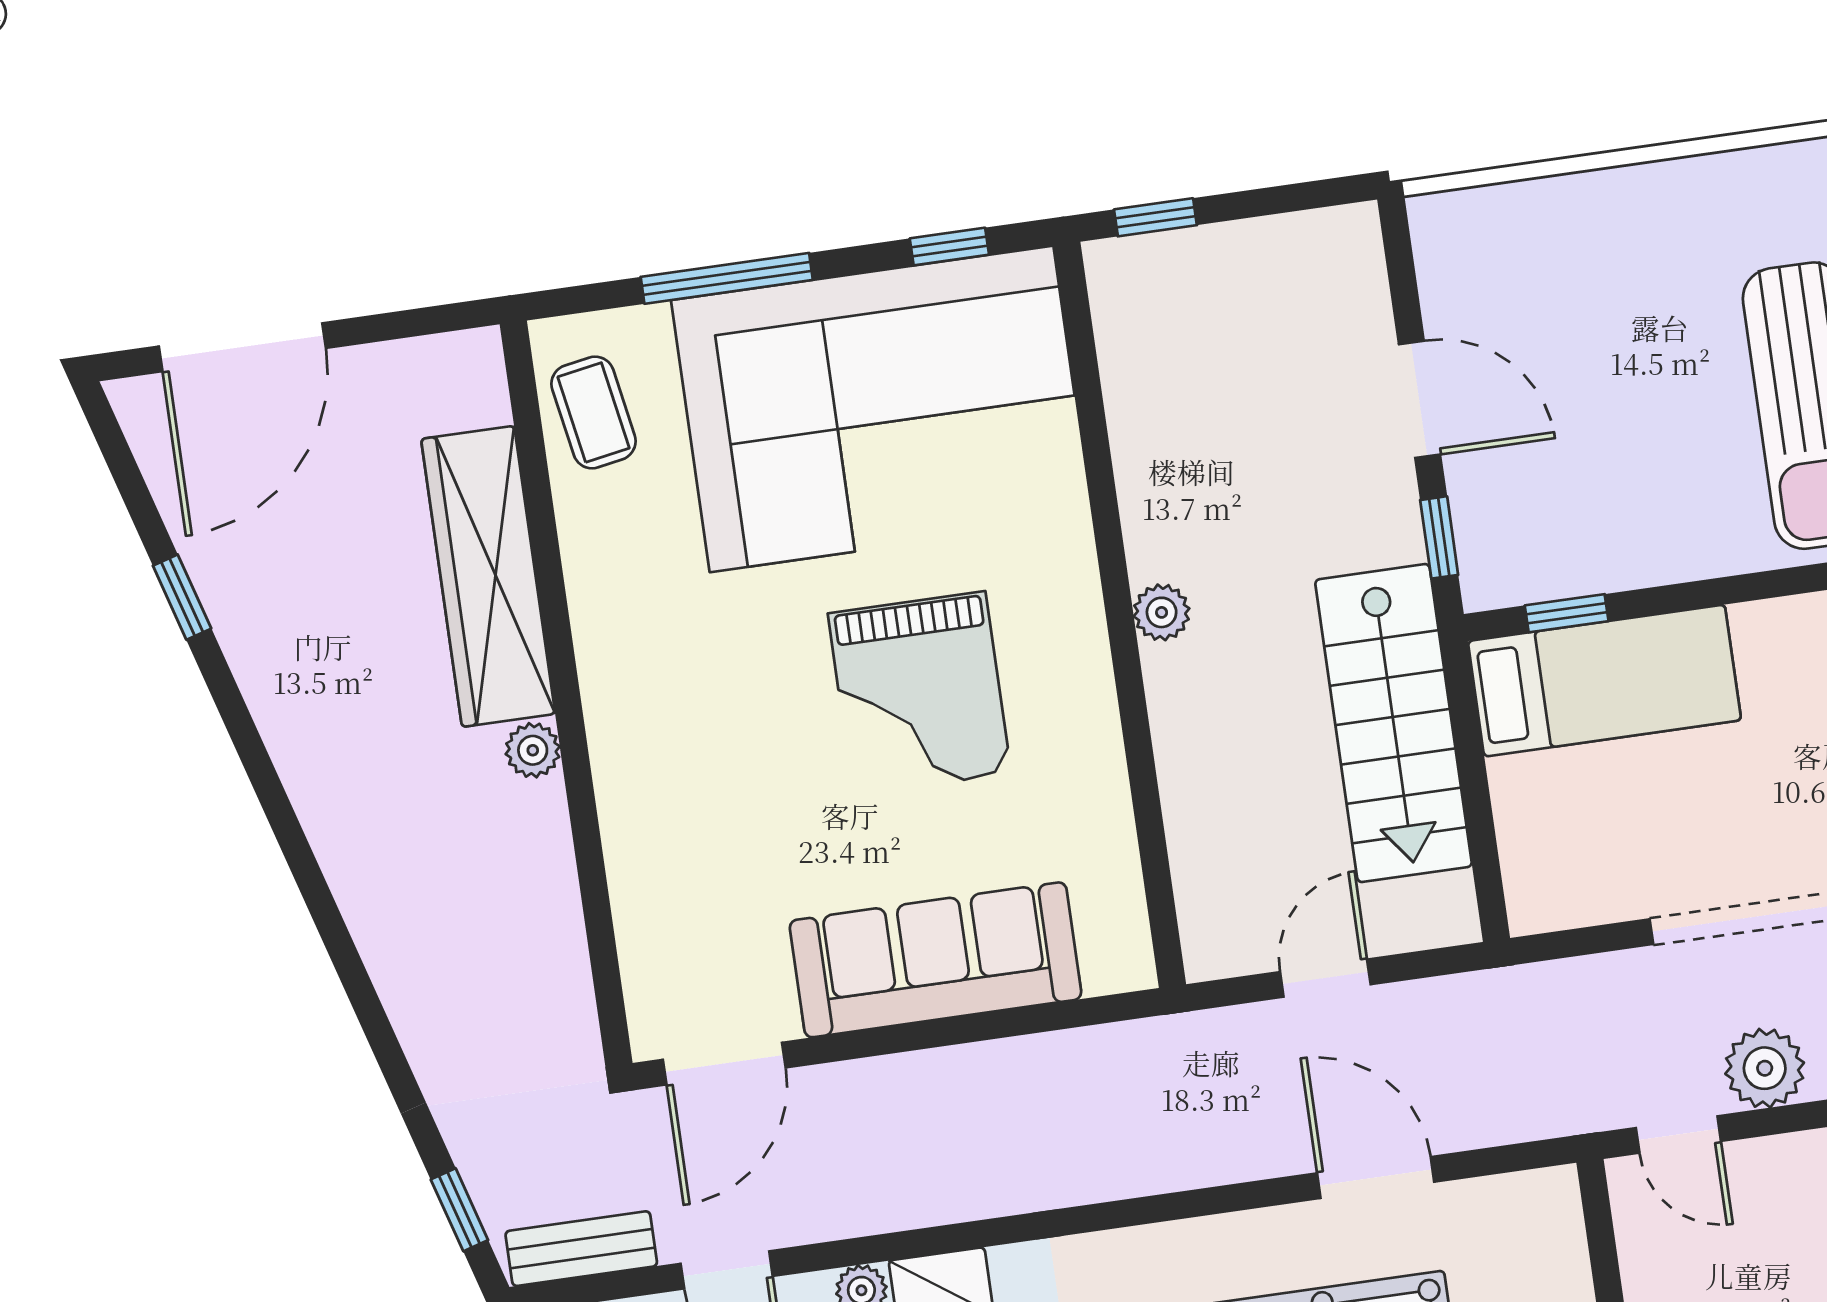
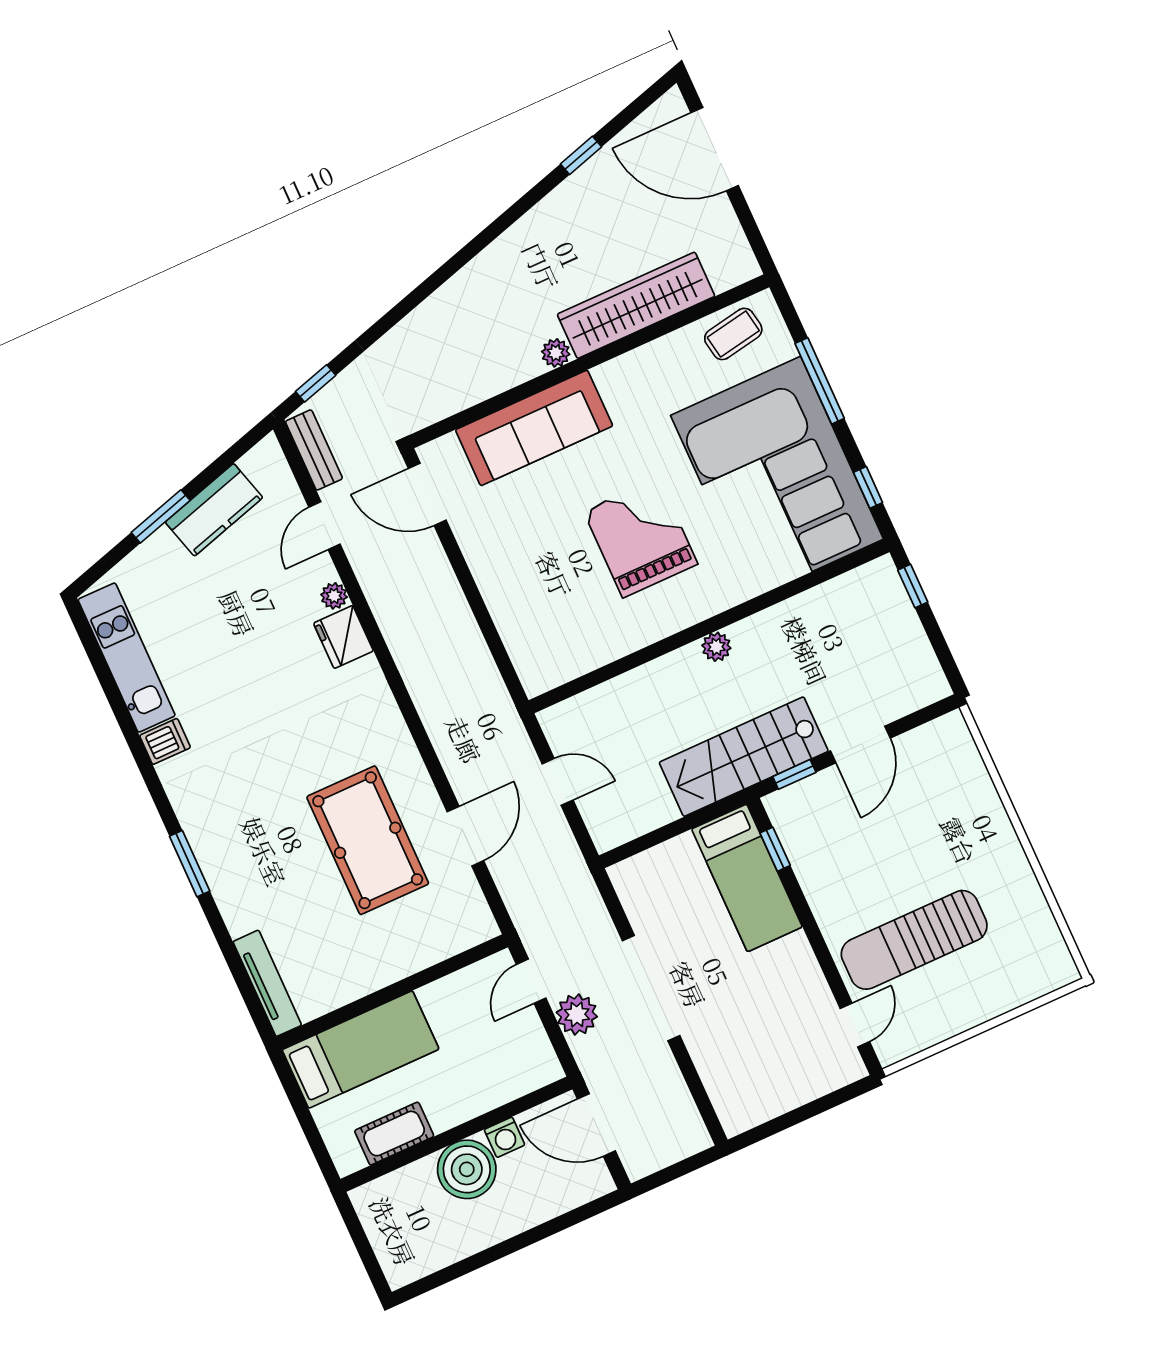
grand piano: (919, 693) -> (641, 538), turned 90
stairs: (1394, 723) -> (744, 757), moved
sofa: (935, 960) -> (534, 428), moved, turned 90

